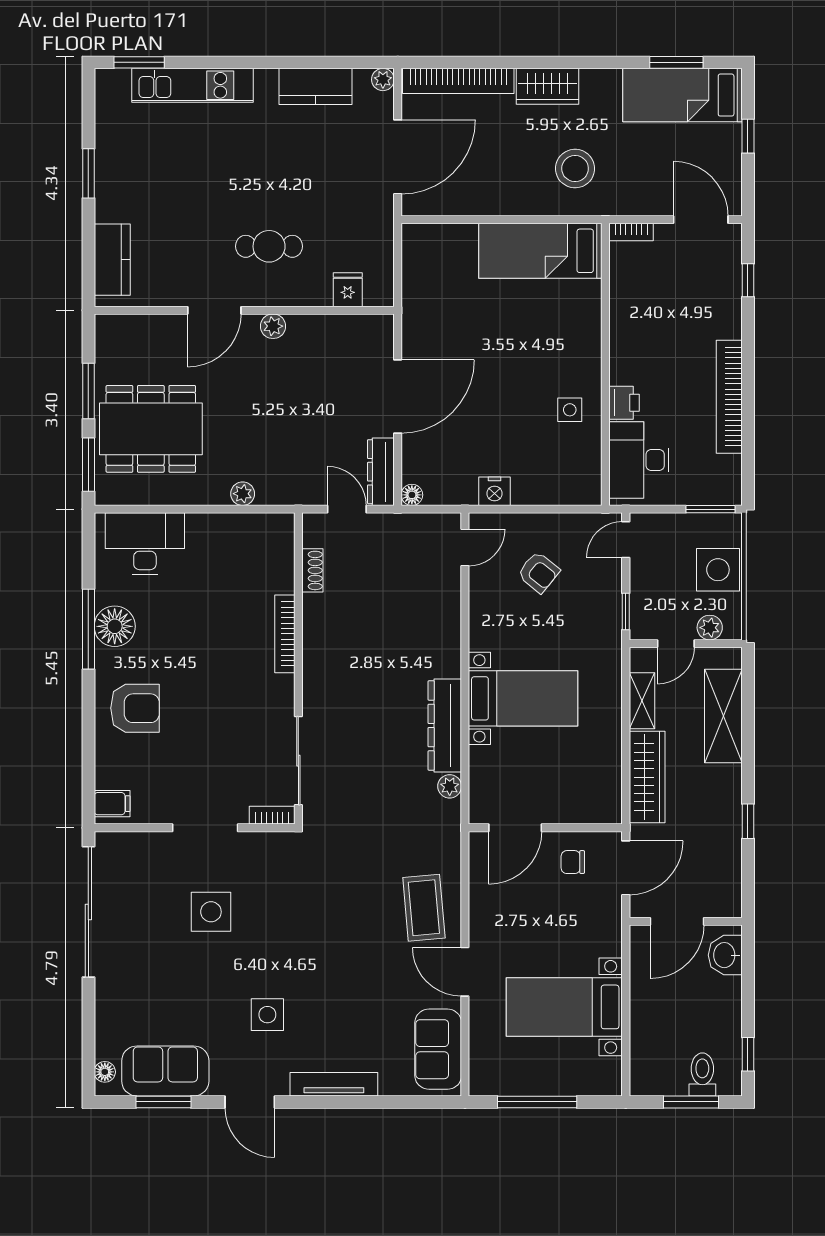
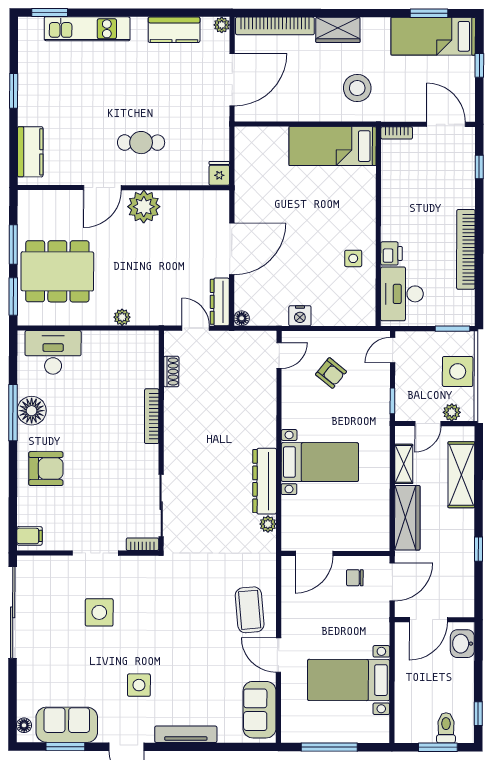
fridge: (348, 290) -> (219, 173), moved
plant: (273, 326) -> (144, 207), width x1.87, depth x1.87

